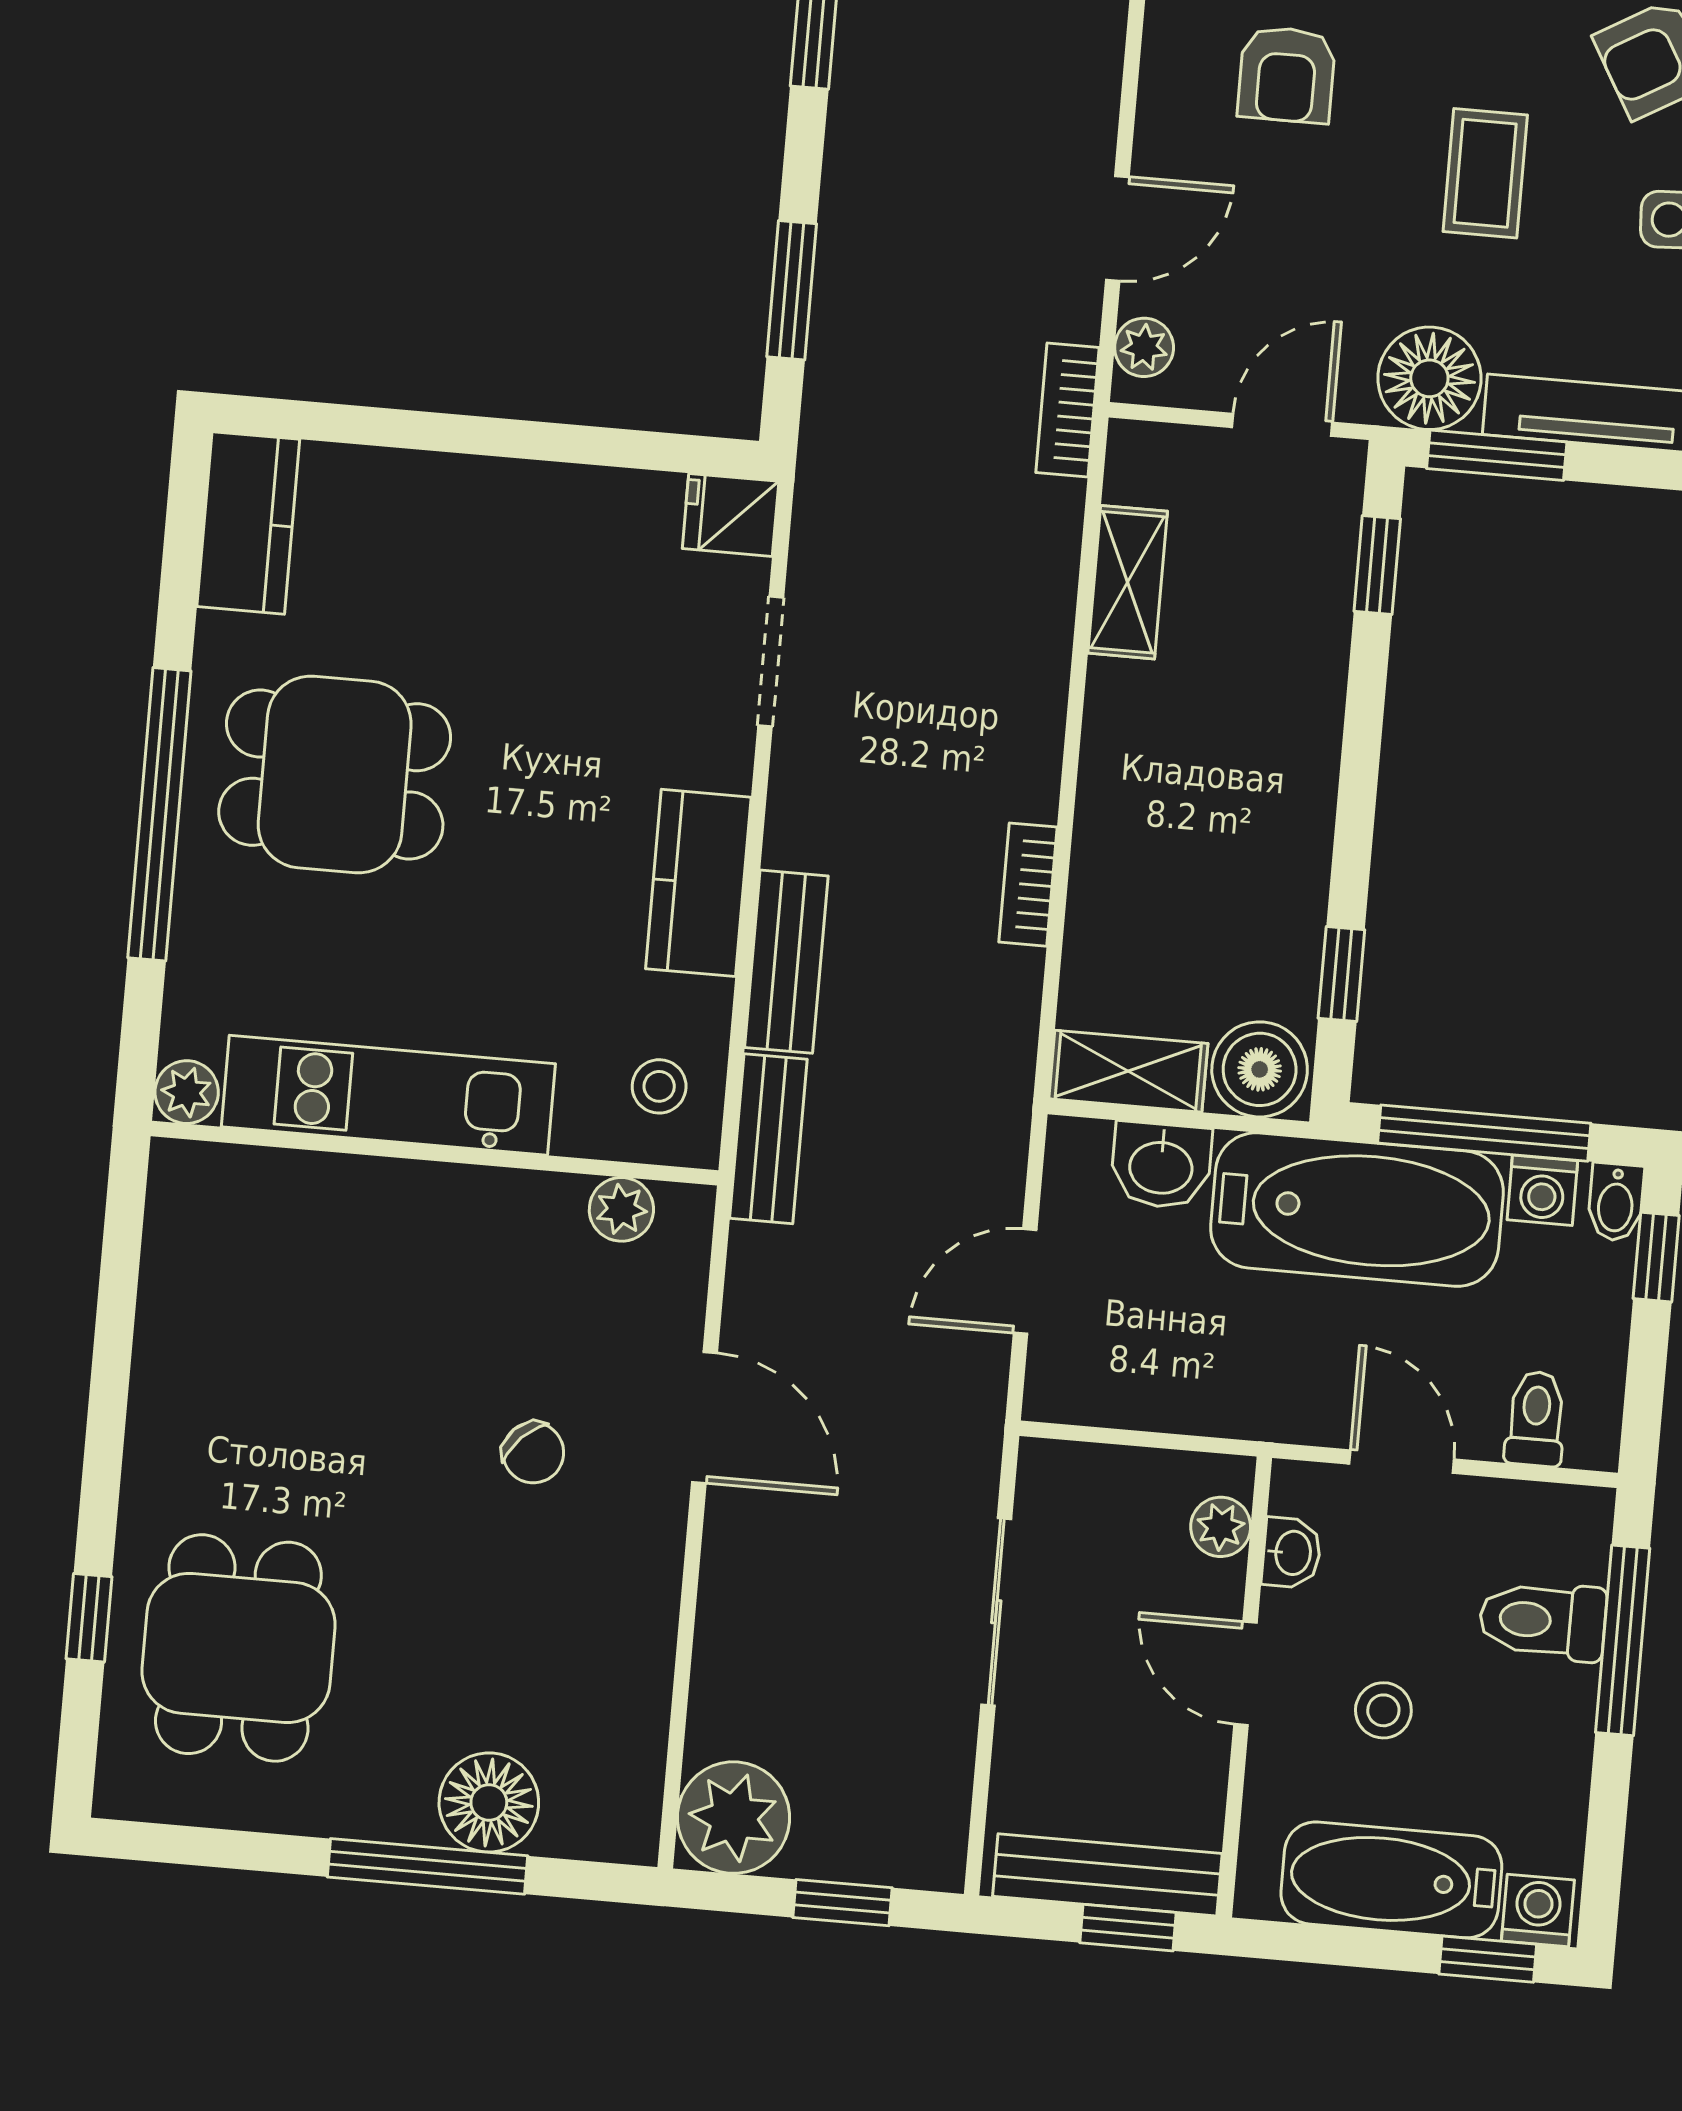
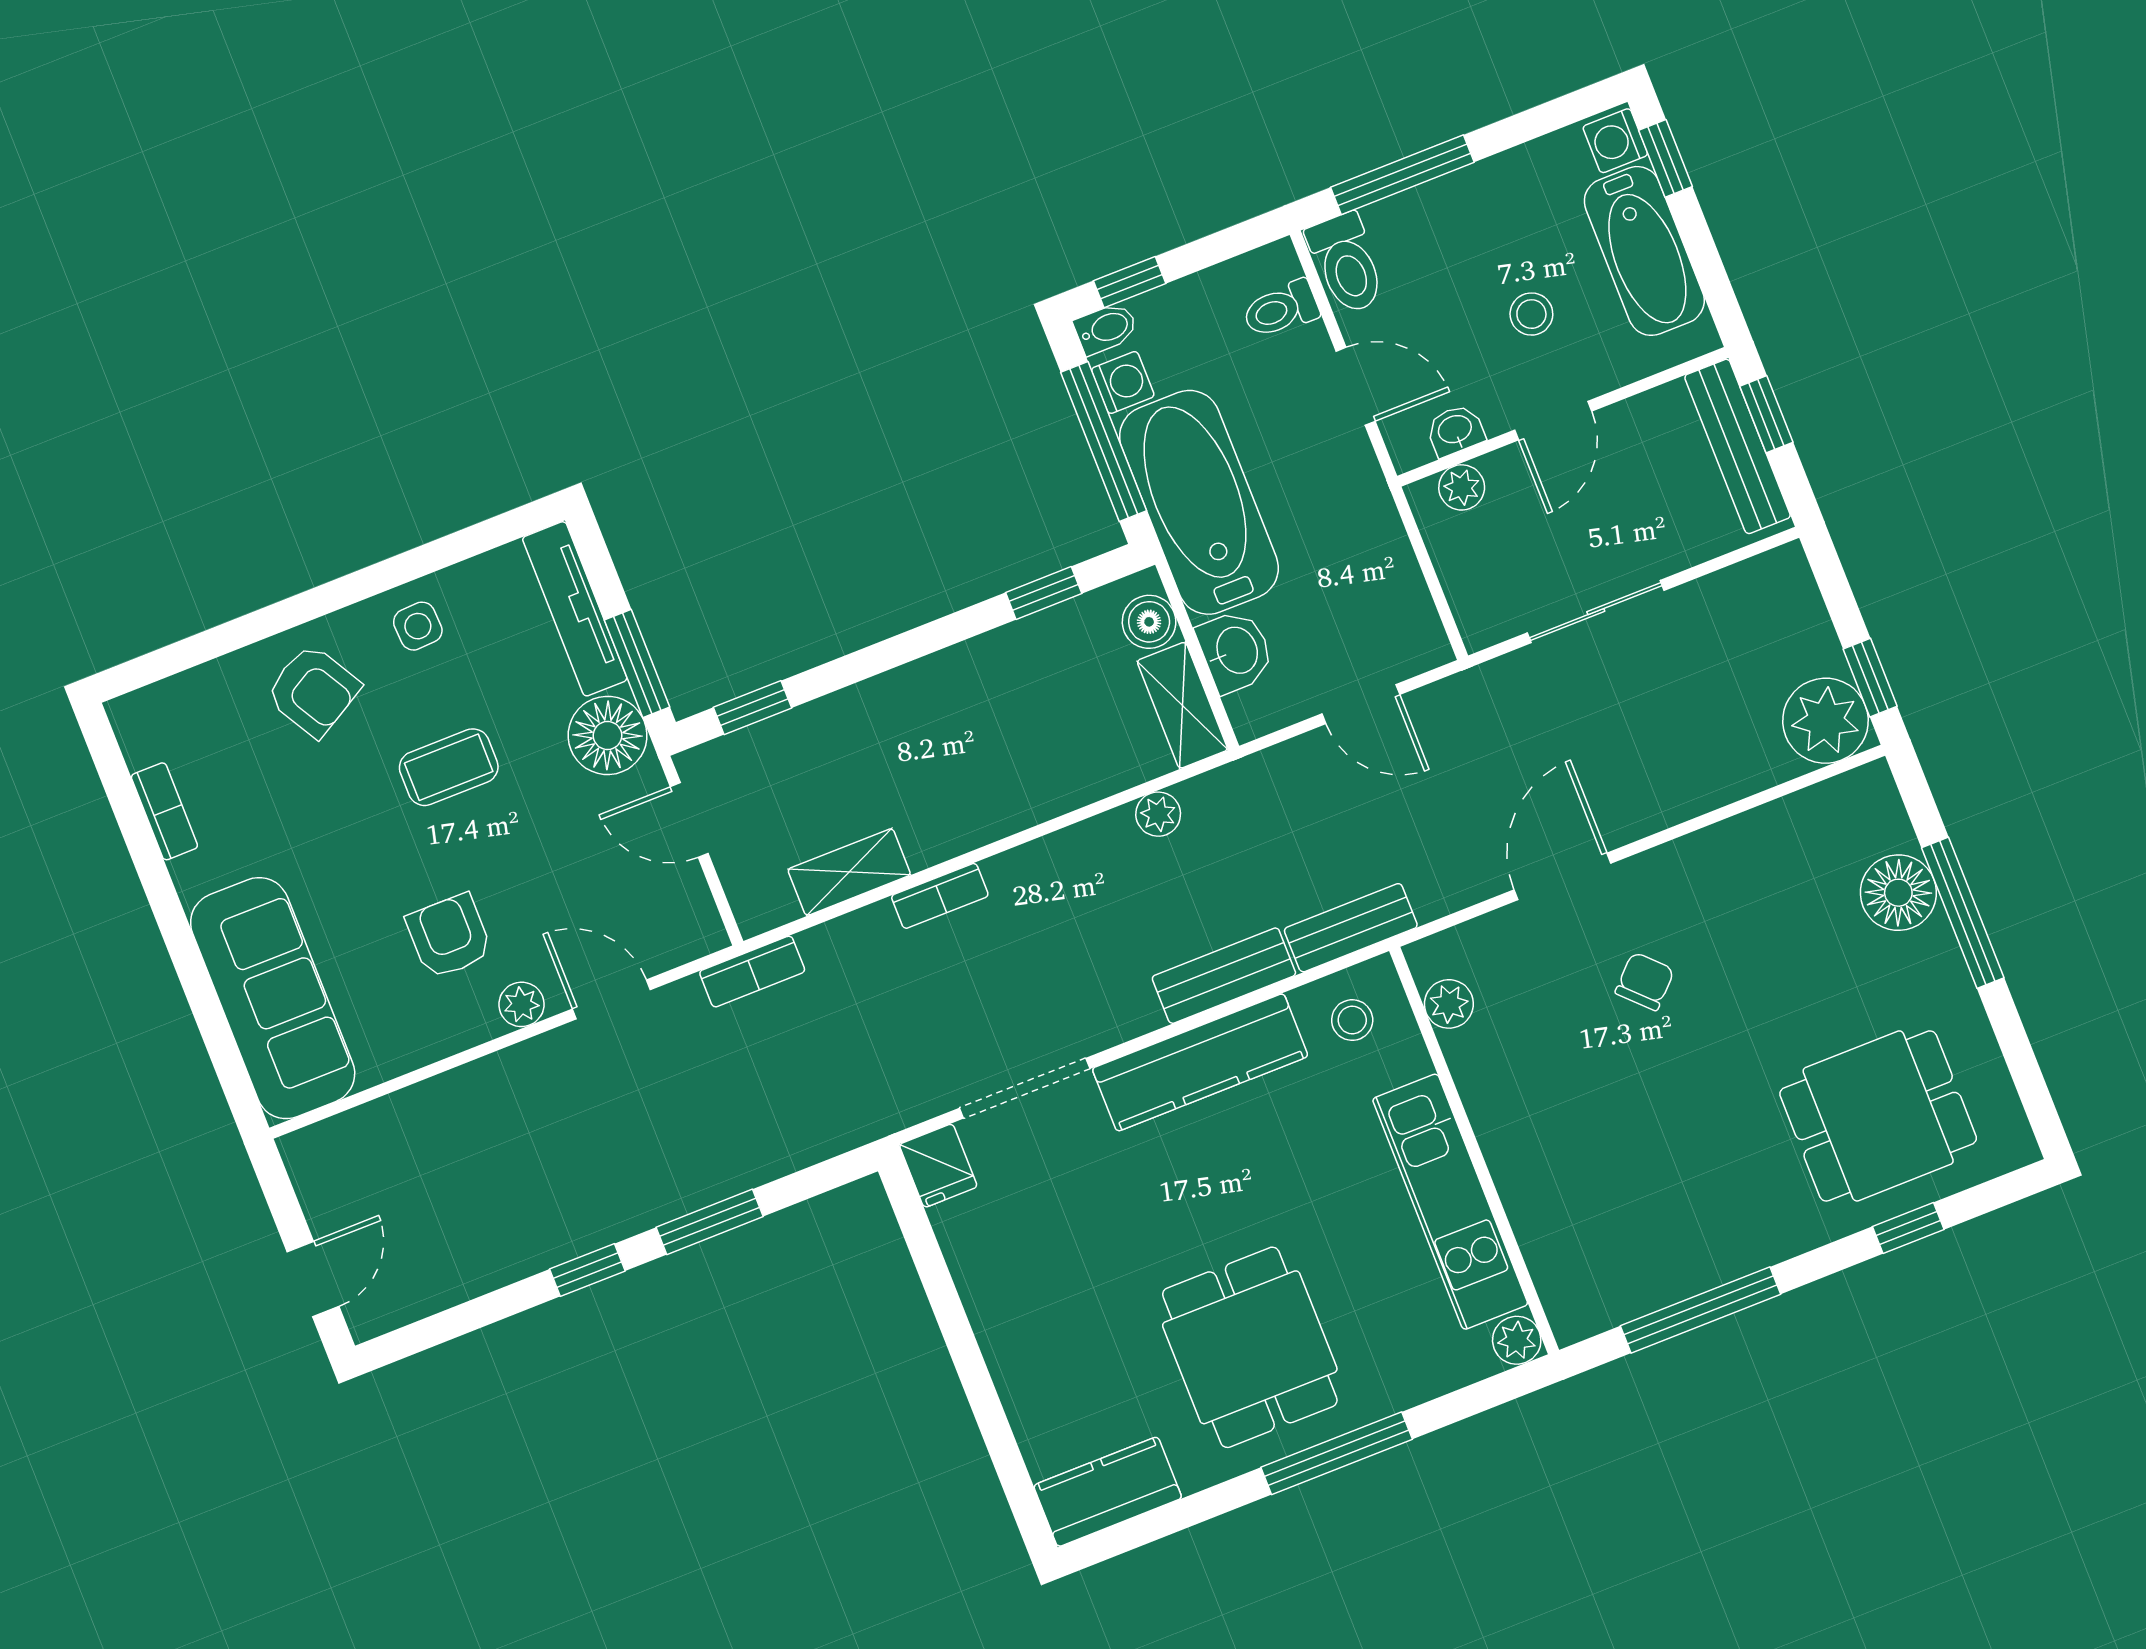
armchair: (1287, 75) -> (449, 936), turned -90
window: (792, 290) -> (710, 1222), moved
plant: (1144, 347) -> (521, 1004), moved
doorway: (771, 662) -> (1025, 1088), width x1.38
window: (159, 814) -> (1337, 1453), width x0.68
kitchen counter: (698, 883) -> (1200, 1062), width x1.50
bookcase: (1028, 885) -> (940, 896), moved
plant: (1015, 979) -> (1158, 814), added
boiler: (1260, 1069) -> (1149, 622), width x0.73, depth x0.73
window: (115, 1326) -> (1700, 1310), added
door: (1402, 1462) -> (1356, 386), swing flipped
toilet: (1543, 1621) -> (1346, 263), moved
window: (842, 1903) -> (1870, 678), moved

